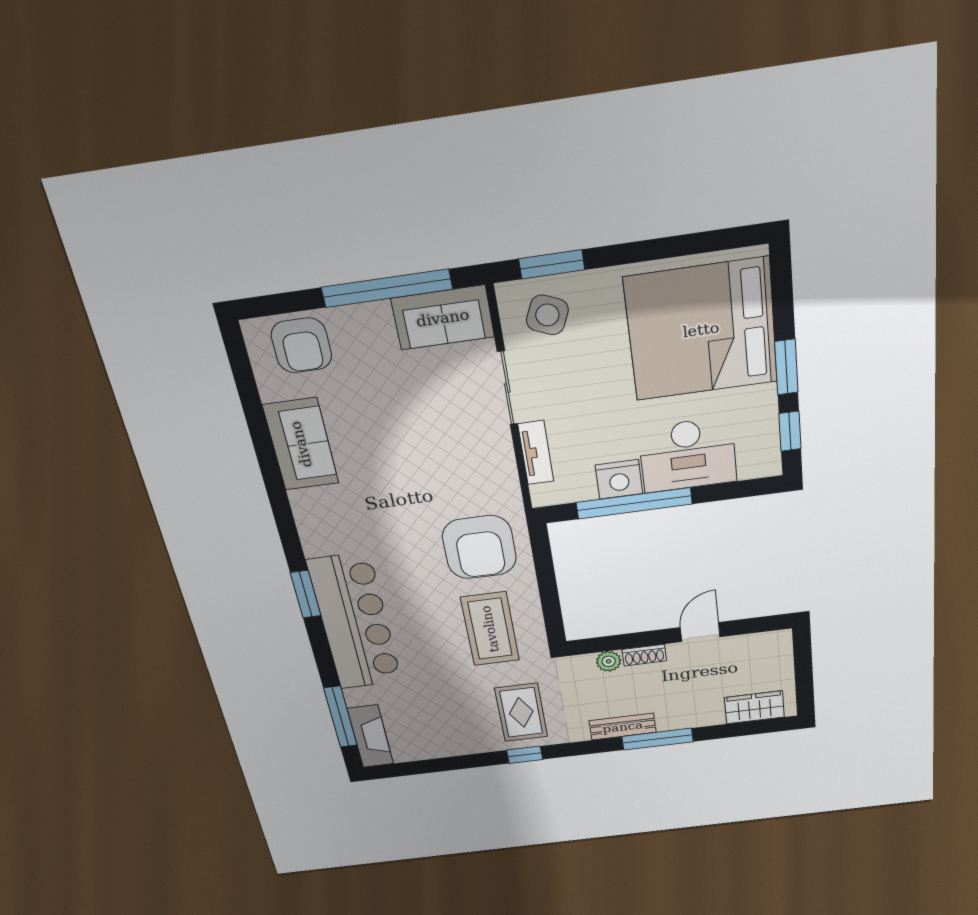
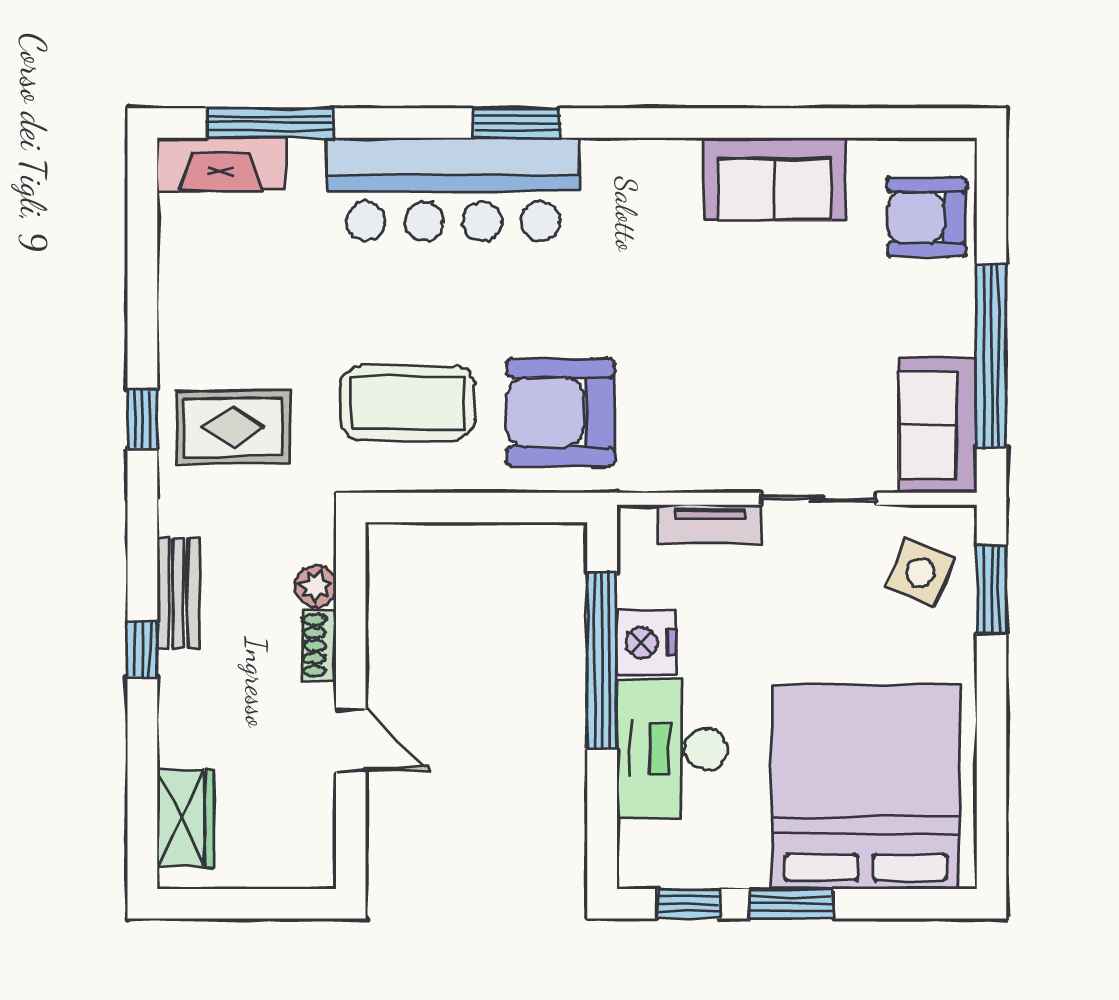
window: (657, 739) -> (142, 649), width x0.46

